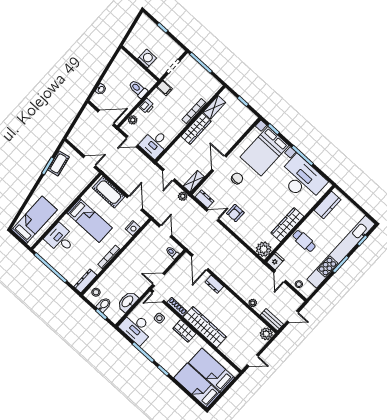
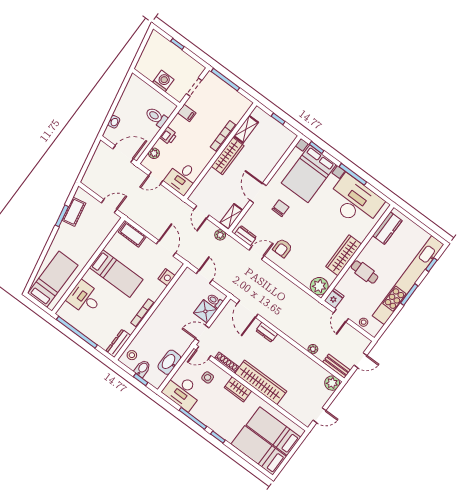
cot: (109, 192) -> (132, 234), width x0.73, depth x0.75
shower: (163, 261) -> (205, 311), added

